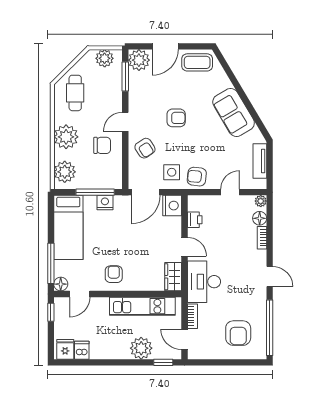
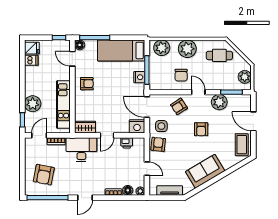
plant: (139, 60) -> (219, 102), moved
armchair: (238, 333) -> (44, 175), turned -79

